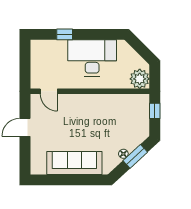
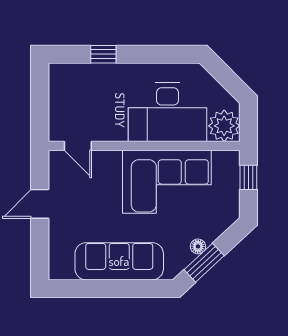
desk: (92, 58) -> (168, 112), moved, turned 180
corner sofa: (104, 114) -> (167, 182), added
window: (135, 156) -> (204, 263), moved

